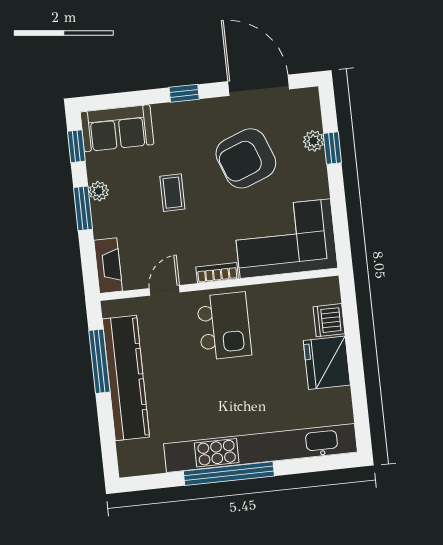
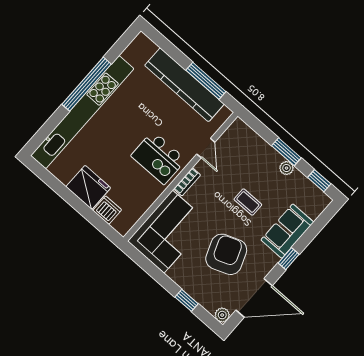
sofa: (117, 128) -> (287, 231), moved
plant: (314, 141) -> (222, 315), moved
fireplace: (108, 266) -> (247, 134), removed

